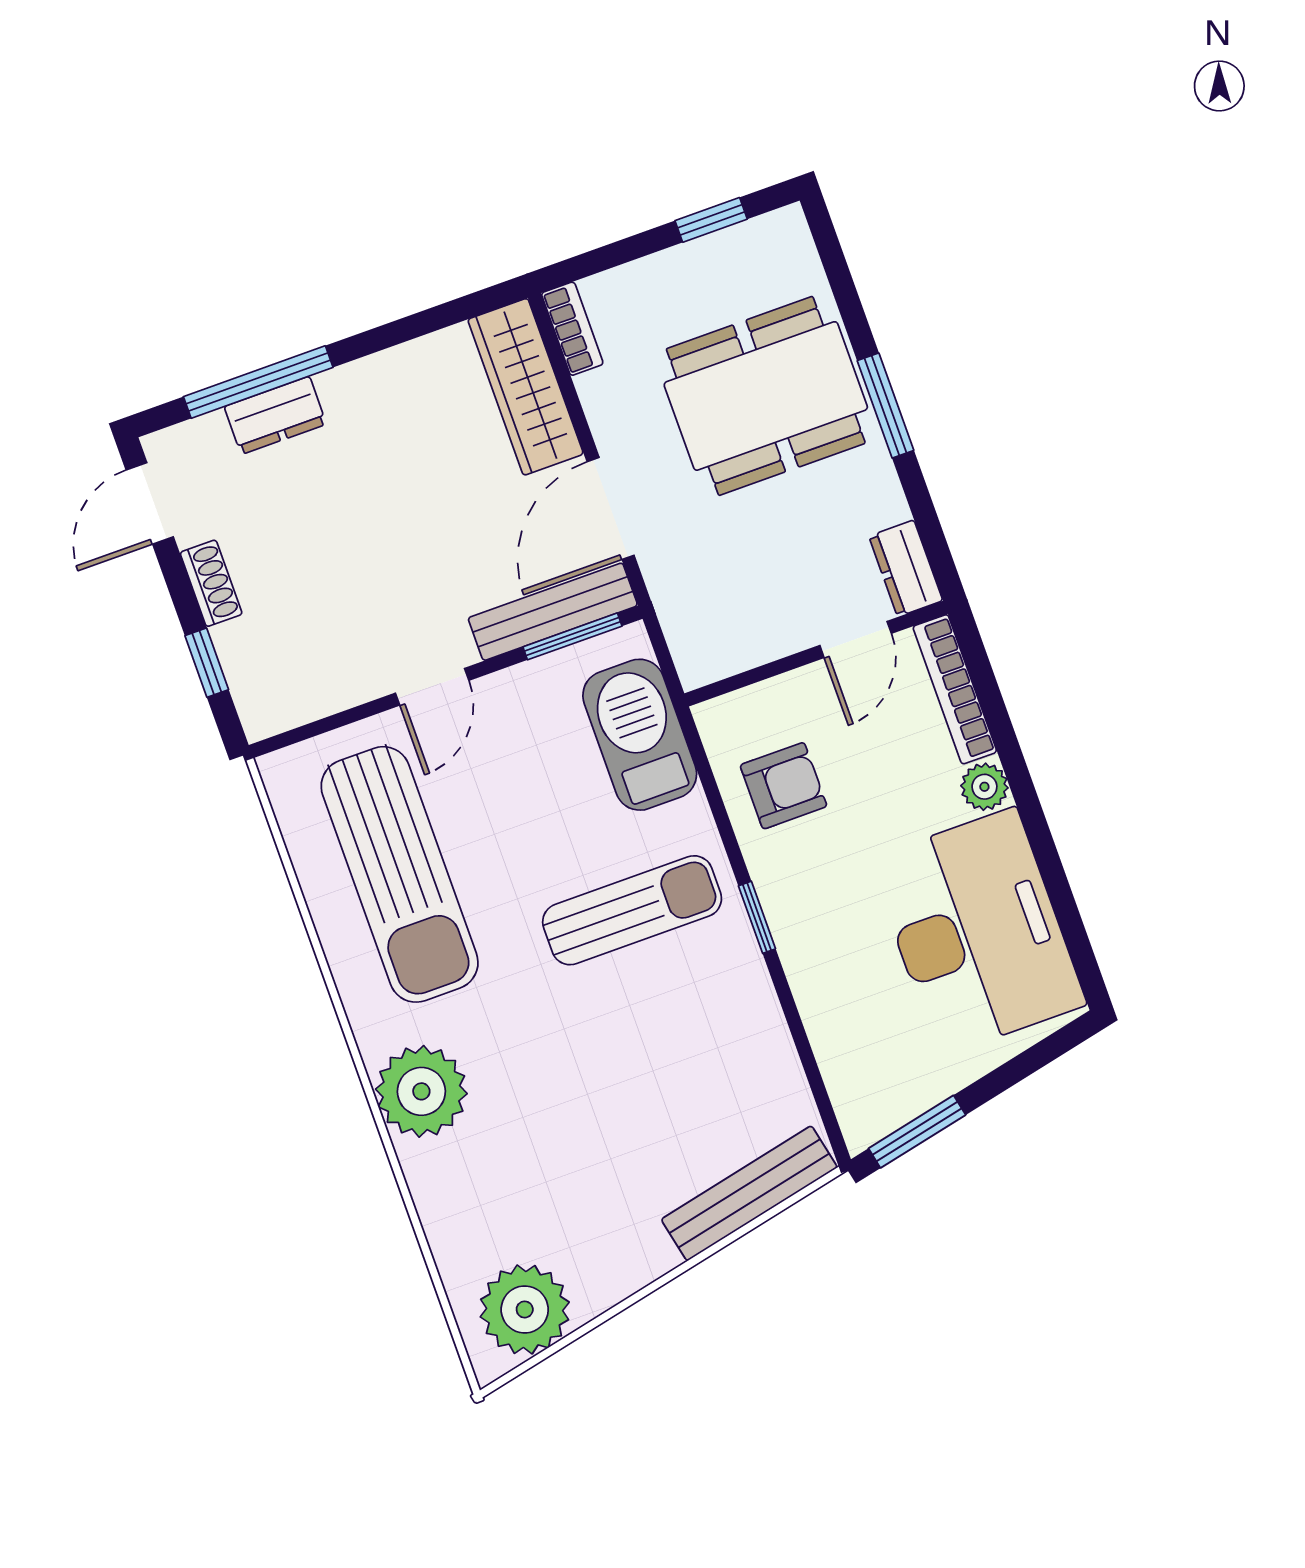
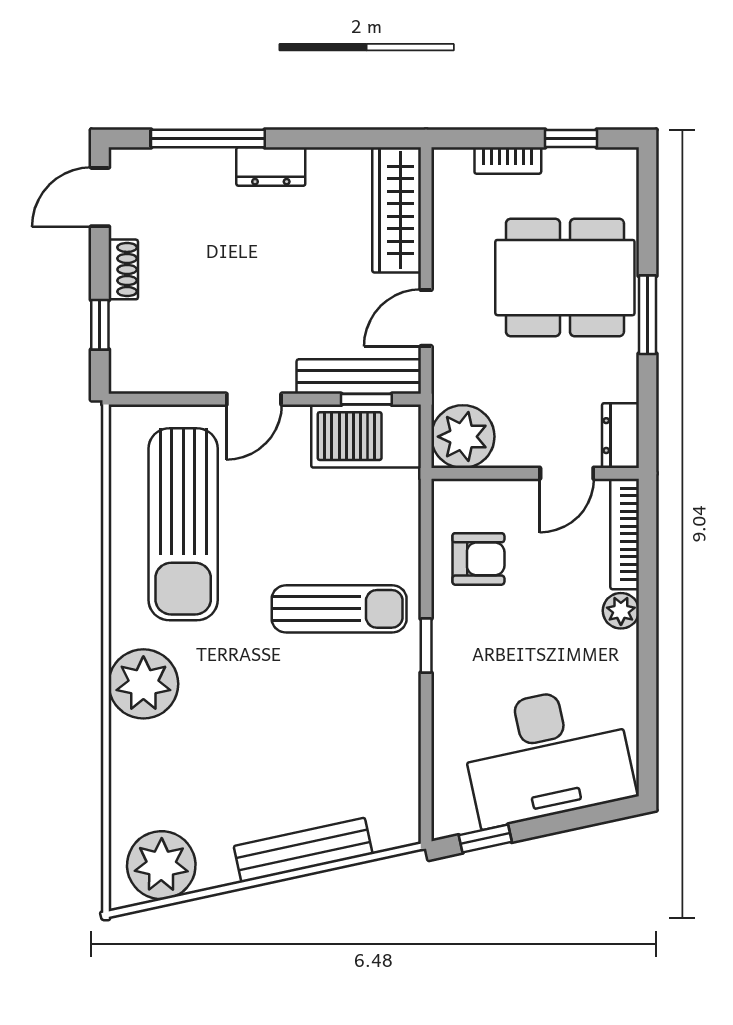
bookcase: (572, 329) -> (508, 161), moved, turned 90
dresser: (275, 415) -> (271, 167), moved
door: (611, 508) -> (426, 318), width x0.73
window: (572, 636) -> (366, 399), width x0.67
plant: (709, 640) -> (463, 437), added
barbecue: (640, 735) -> (366, 436), moved, turned -90
desk: (977, 932) -> (547, 755), moved, turned 78
window: (917, 1132) -> (485, 839), width x0.67
bench: (749, 1193) -> (303, 850), moved

